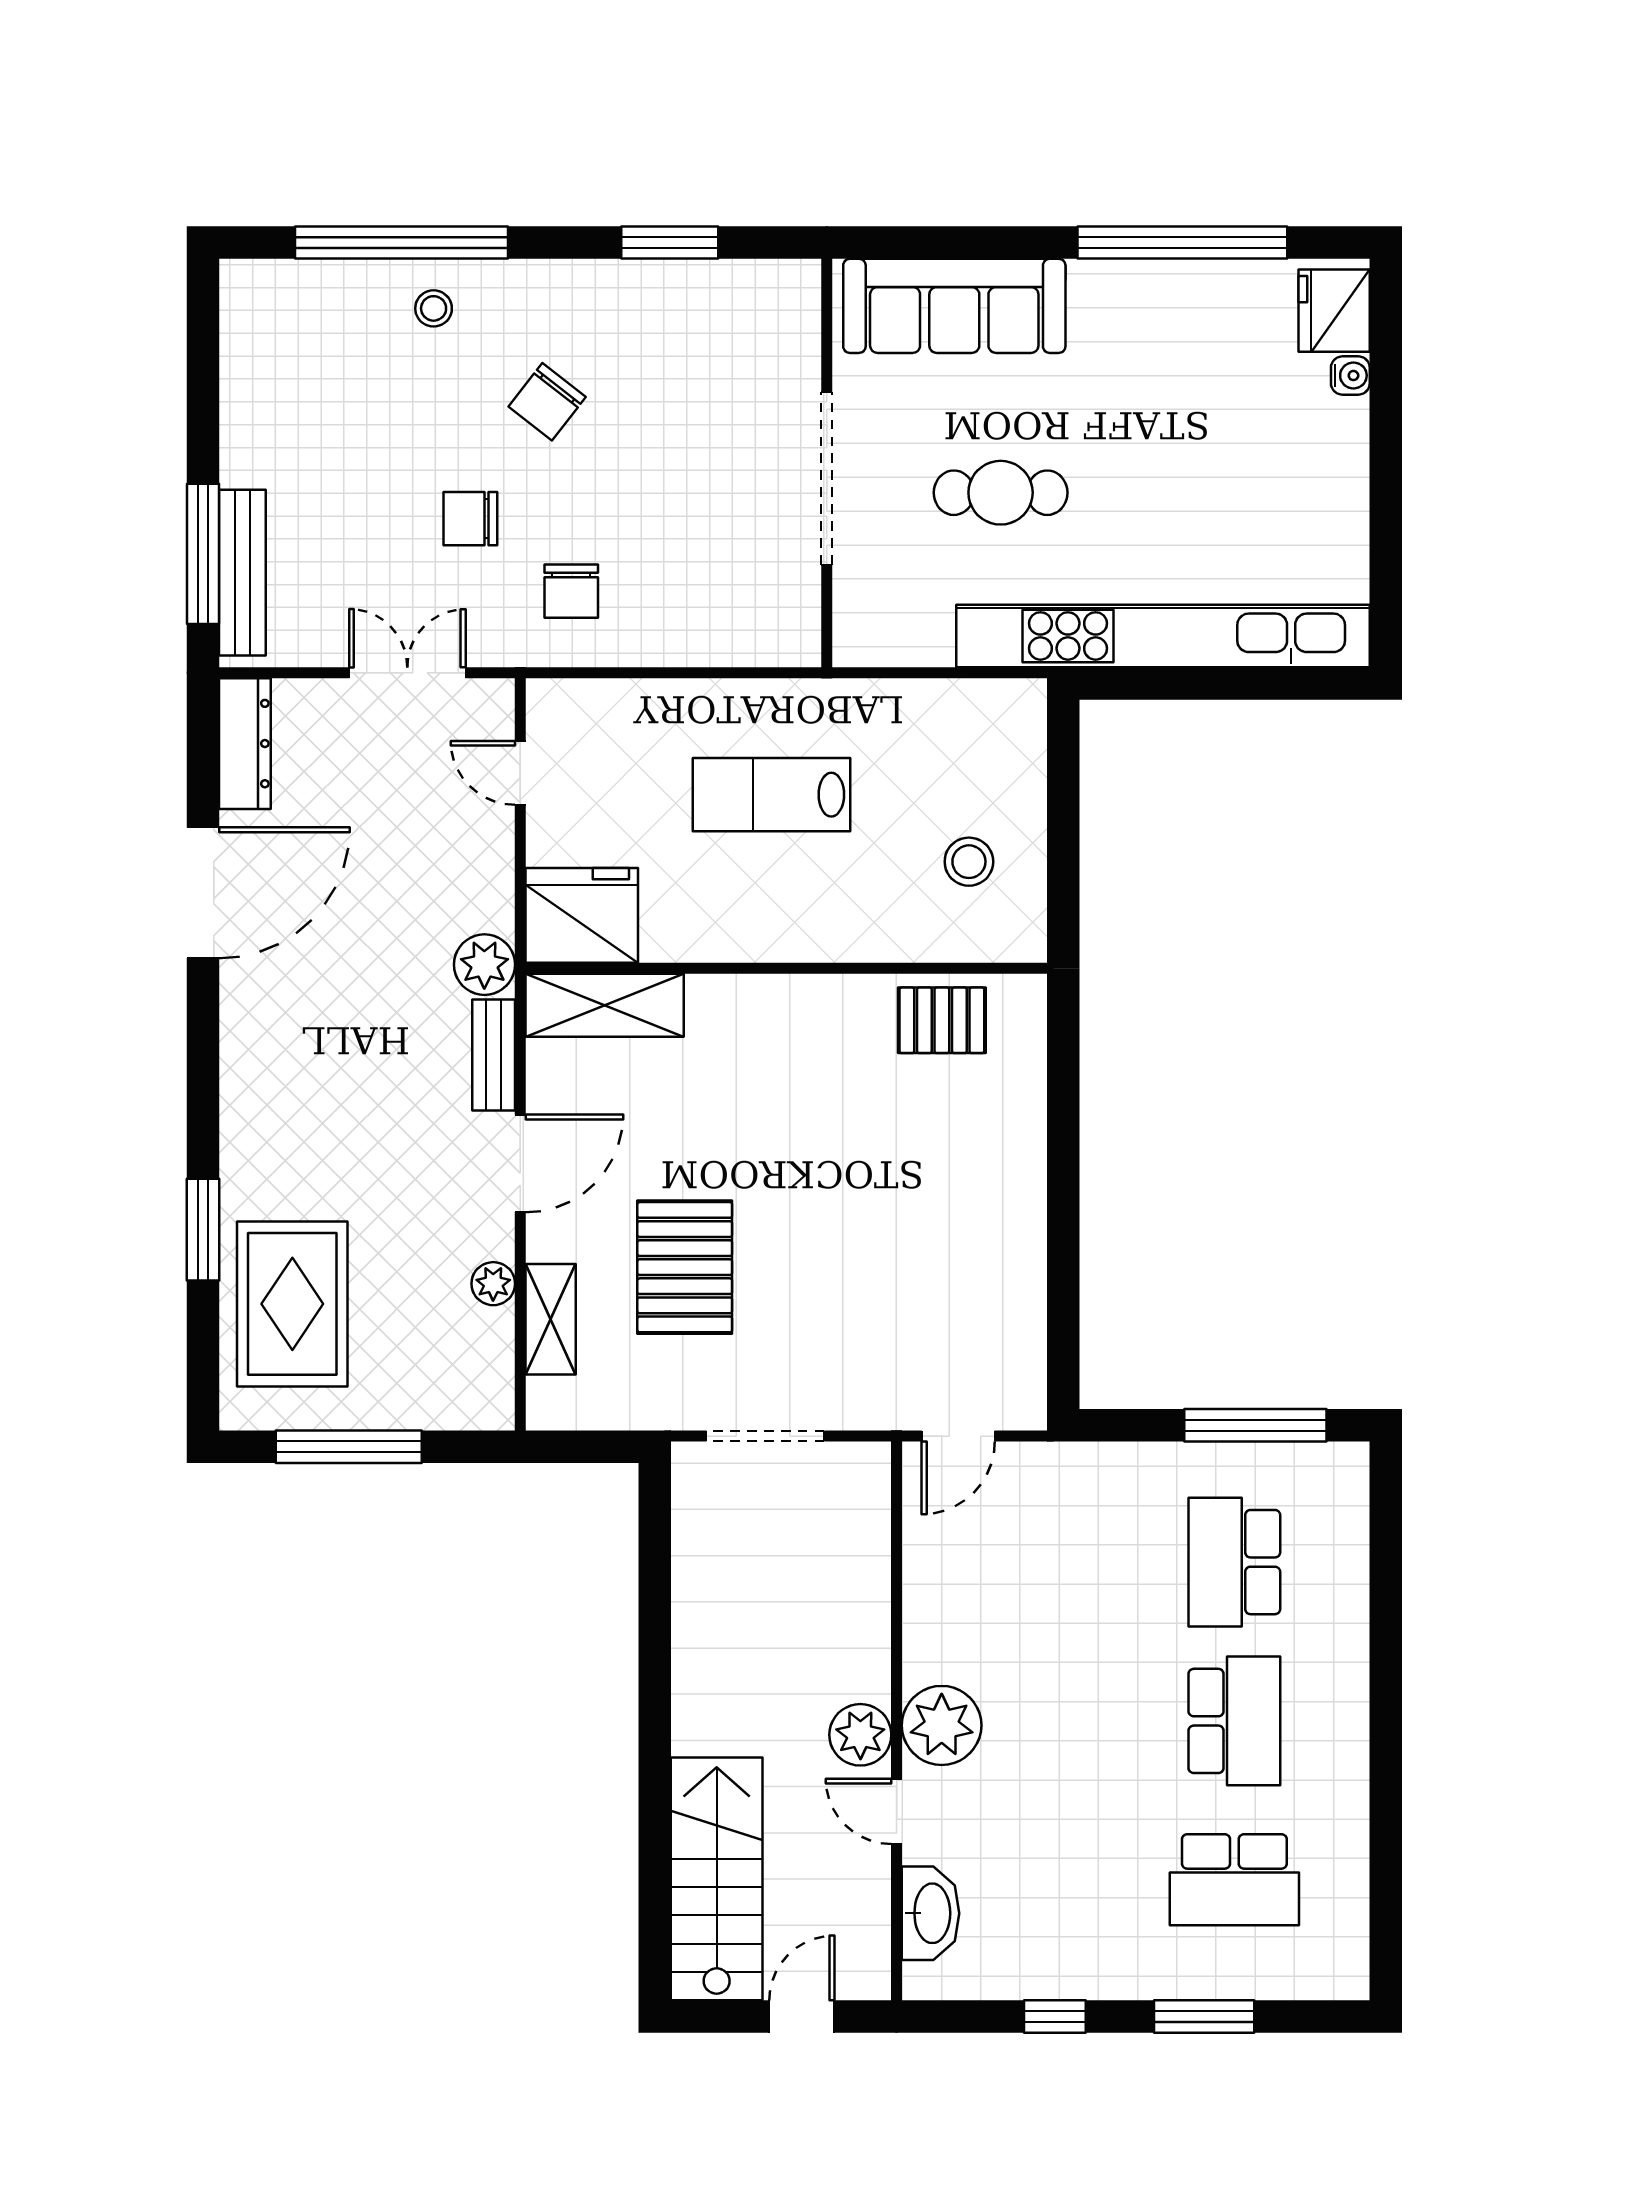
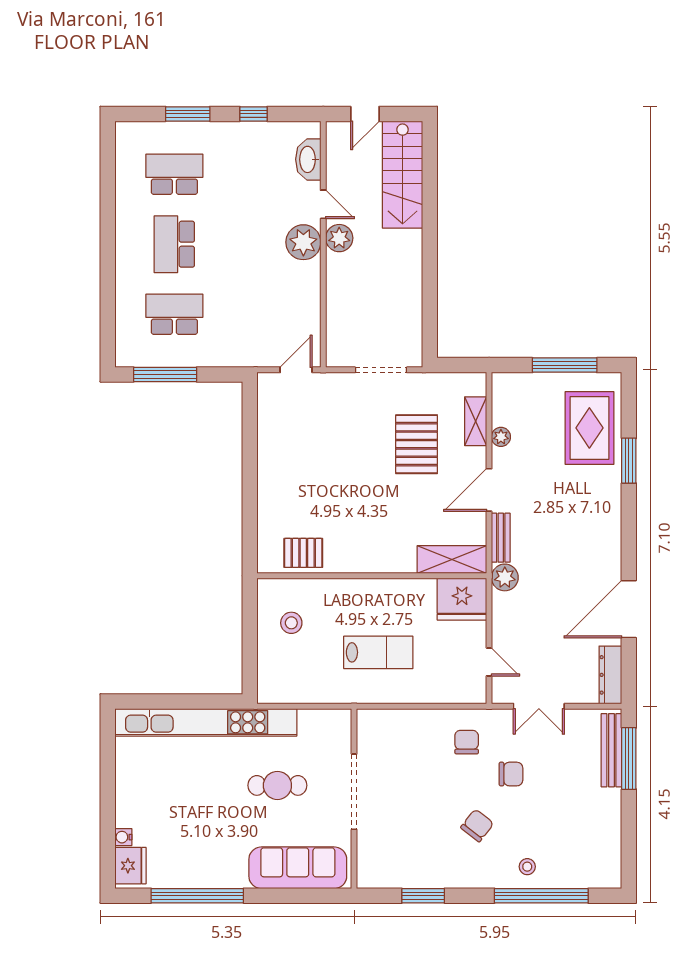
school desk: (1234, 1562) -> (174, 314), turned -90

